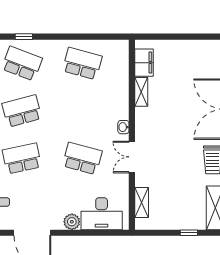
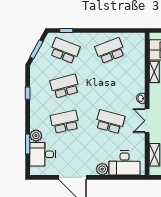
school desk: (82, 63) -> (110, 51), turned -36

